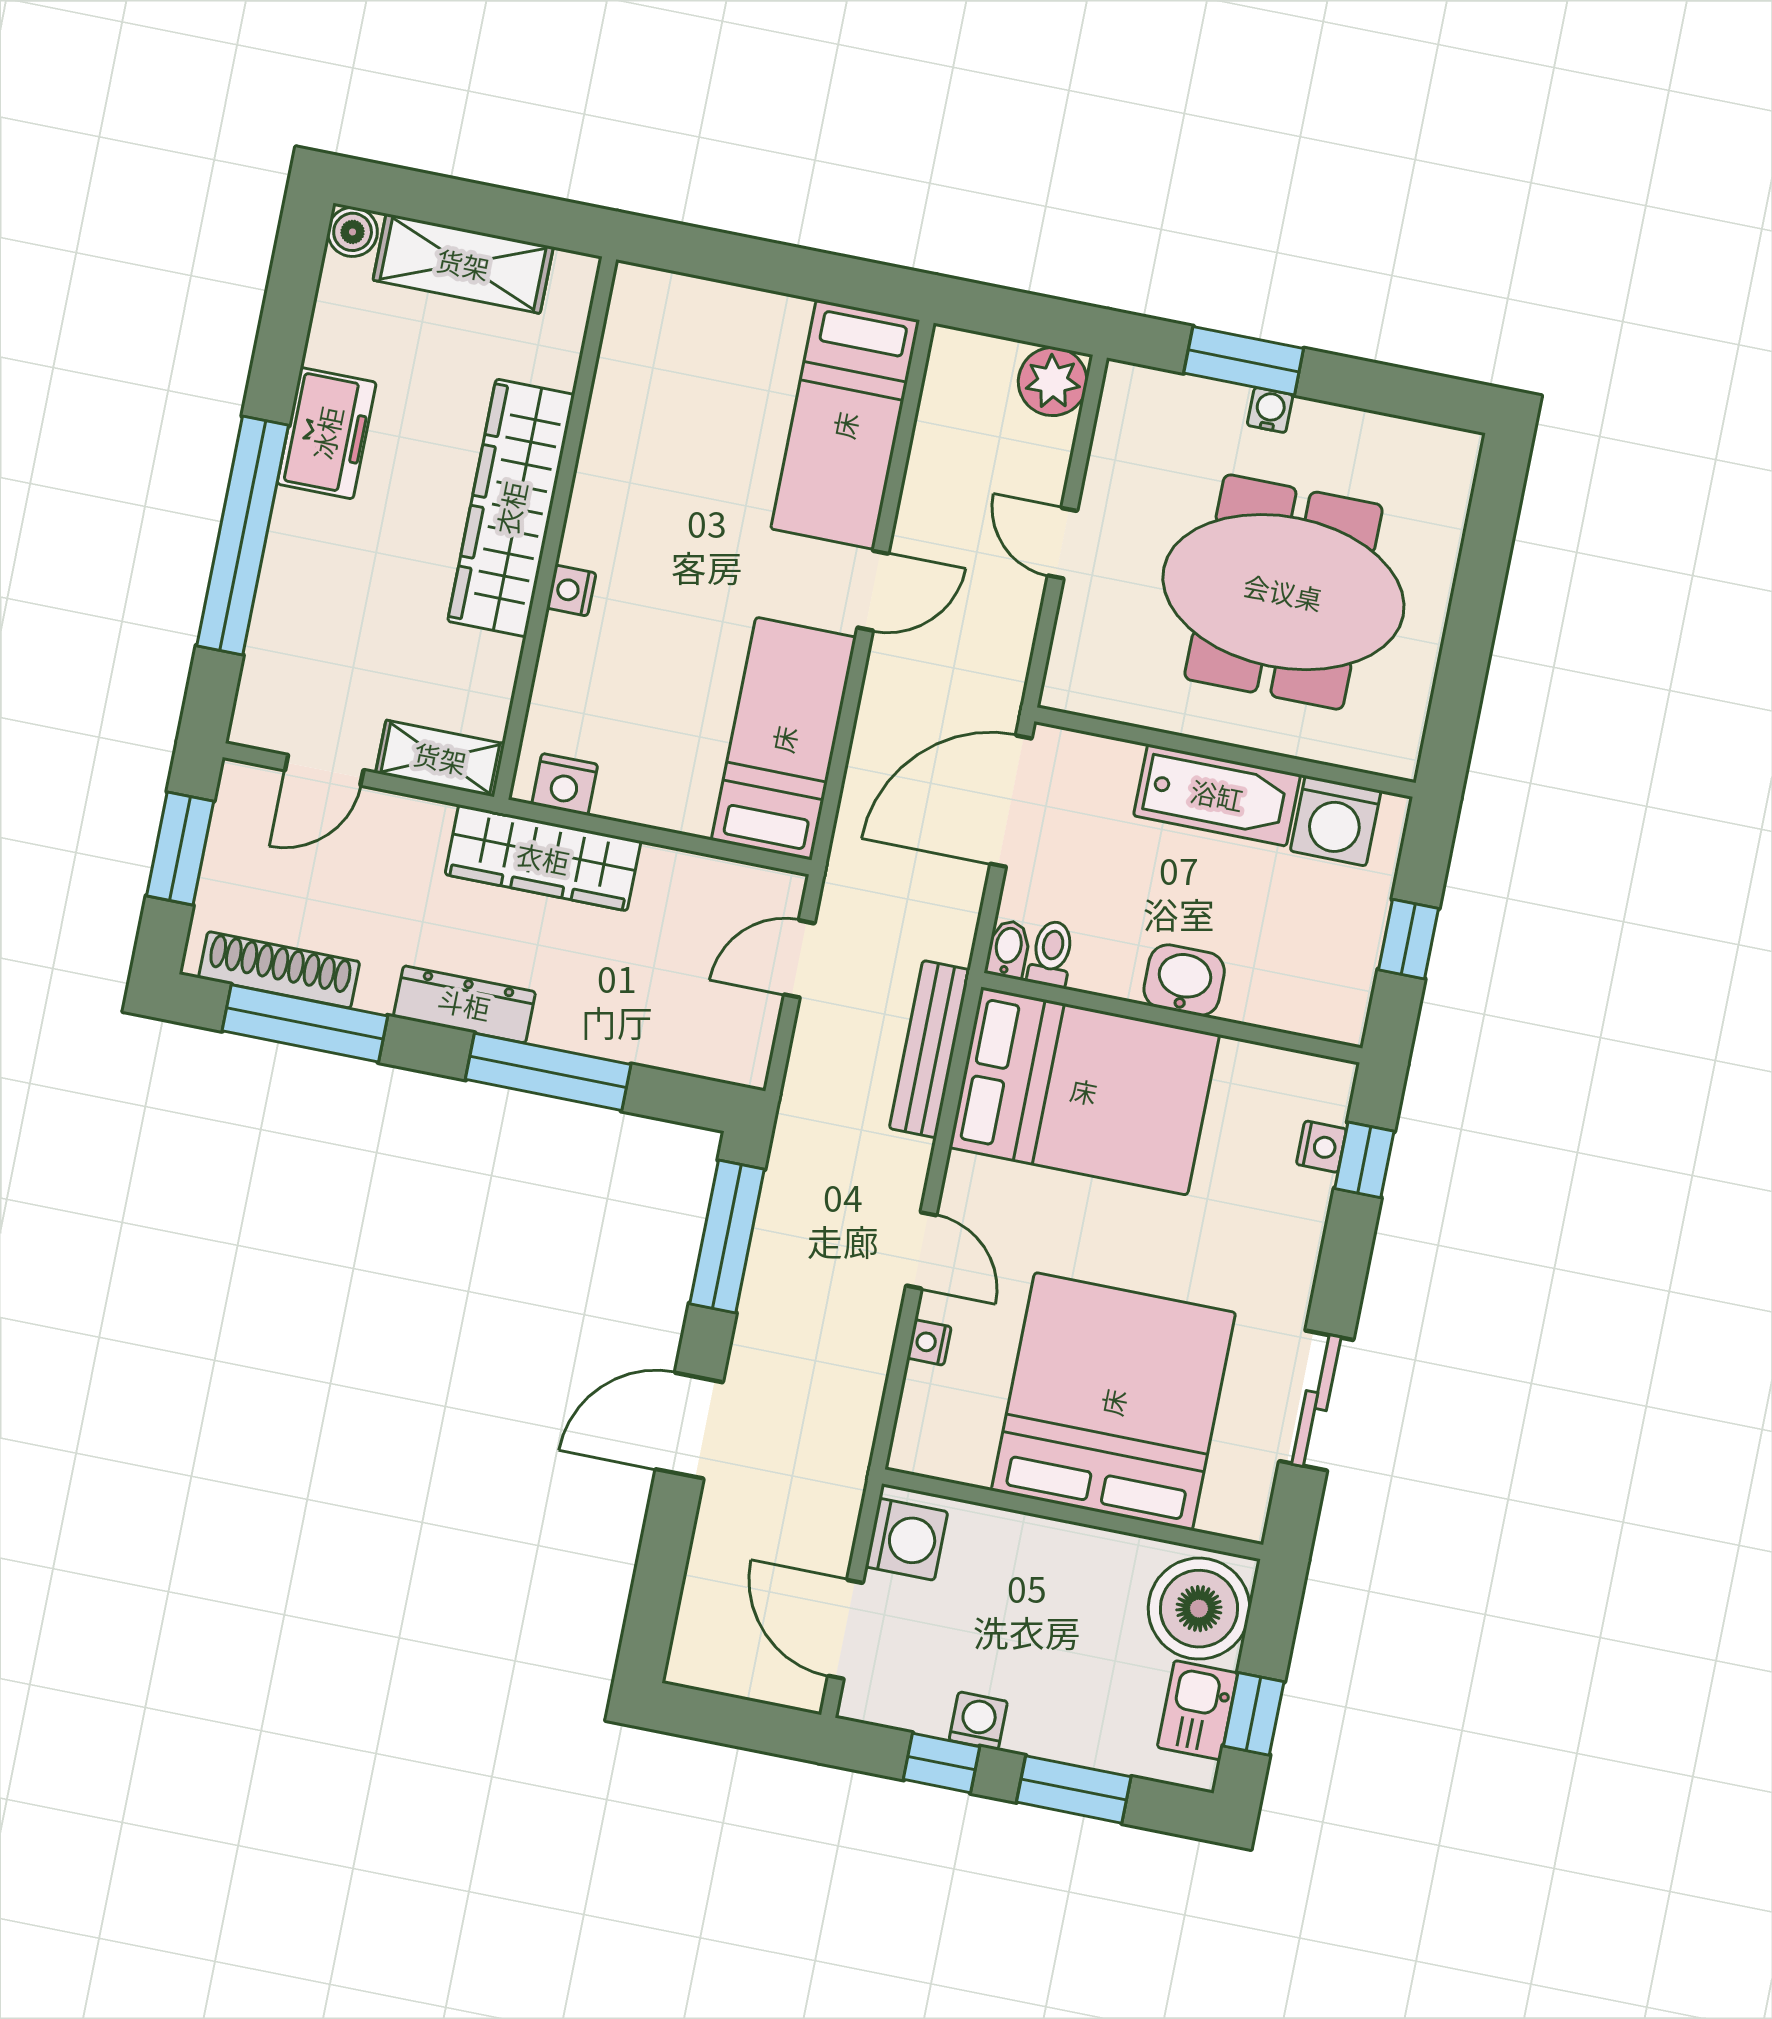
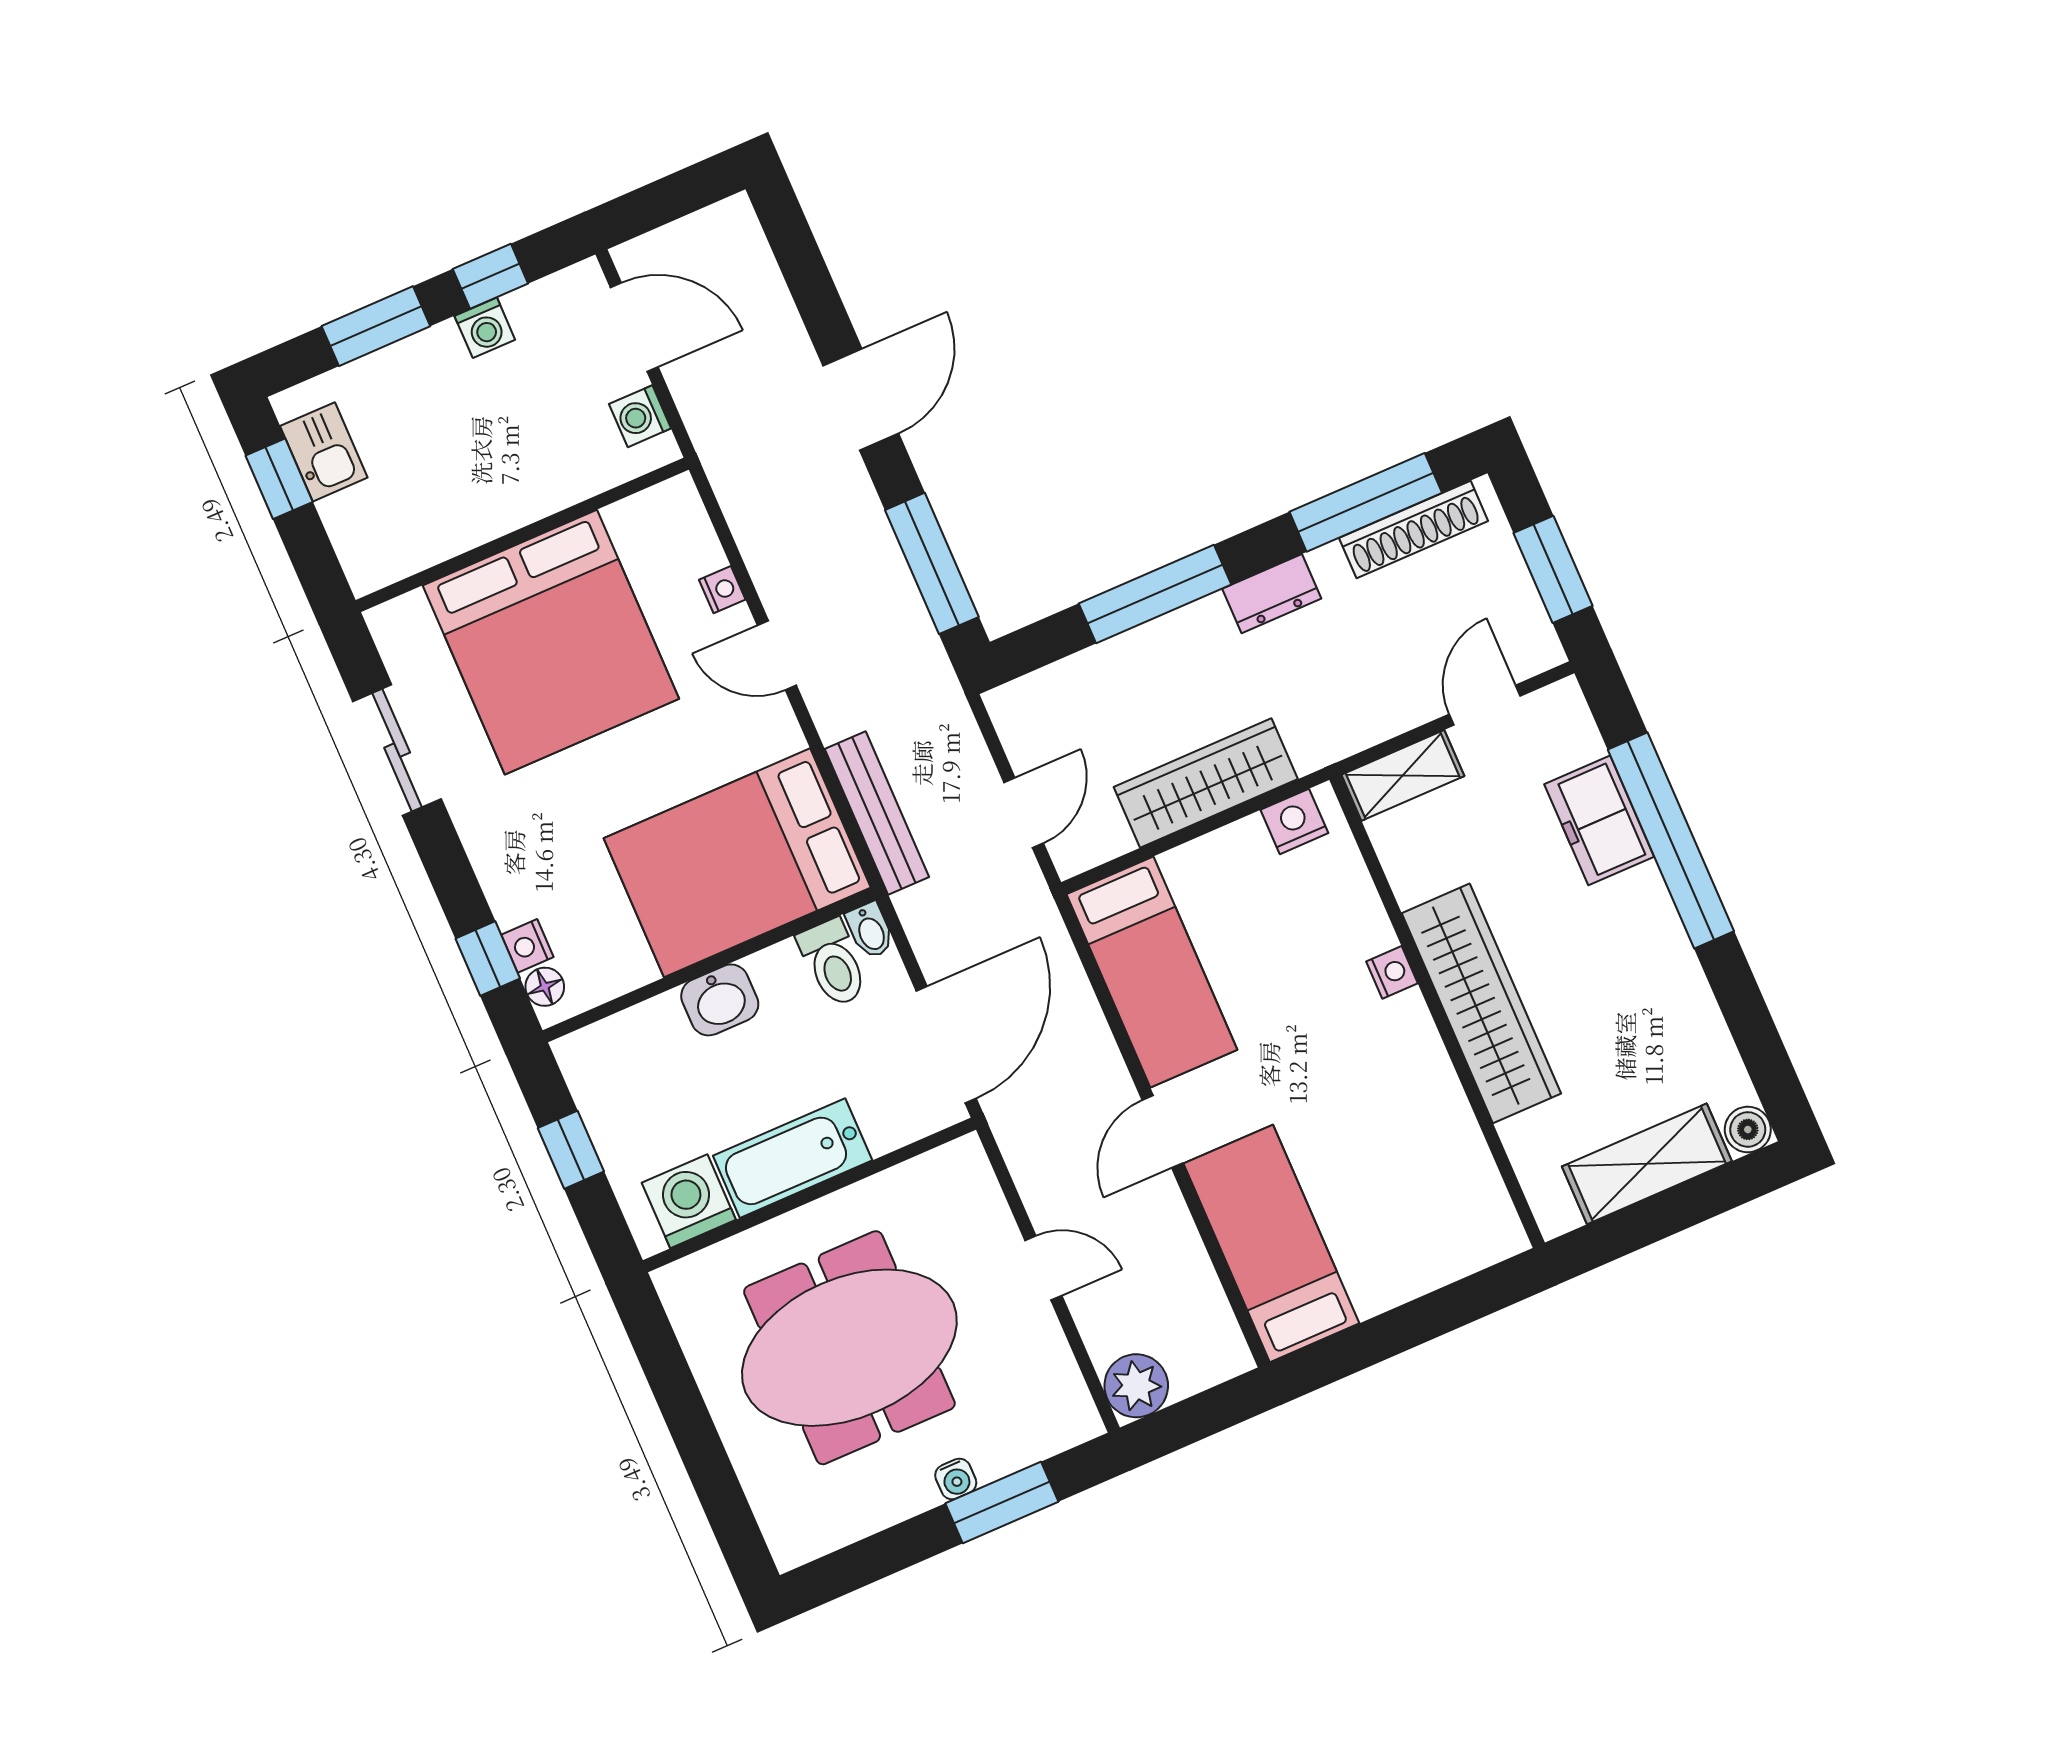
freezer: (327, 433) -> (1599, 820), moved
wardrobe: (543, 858) -> (1206, 783), moved
toilet: (1051, 954) -> (833, 963), width x1.37, depth x1.39
dresser: (464, 1004) -> (1272, 594), width x0.70
floor lamp: (1331, 1100) -> (545, 987), added
washing machine: (907, 1539) -> (640, 416), width x0.73, depth x0.73
boiler: (1199, 1609) -> (376, 530), removed

